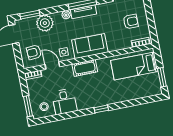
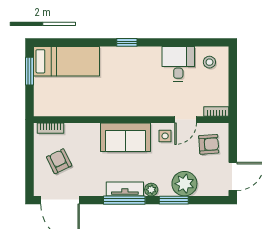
window: (30, 15) -> (174, 200), moved
armchair: (131, 22) -> (59, 161), turned 64
door: (52, 66) -> (186, 120), hinge flipped
bed: (134, 66) -> (66, 61), moved
cot: (85, 68) -> (139, 107), removed
window: (28, 106) -> (233, 68), removed

